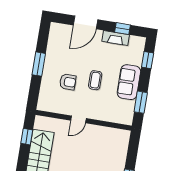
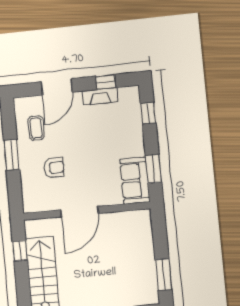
coffee table: (95, 80) -> (36, 128), moved
sofa: (129, 82) -> (135, 181), moved
door: (78, 119) -> (80, 212), width x1.87

